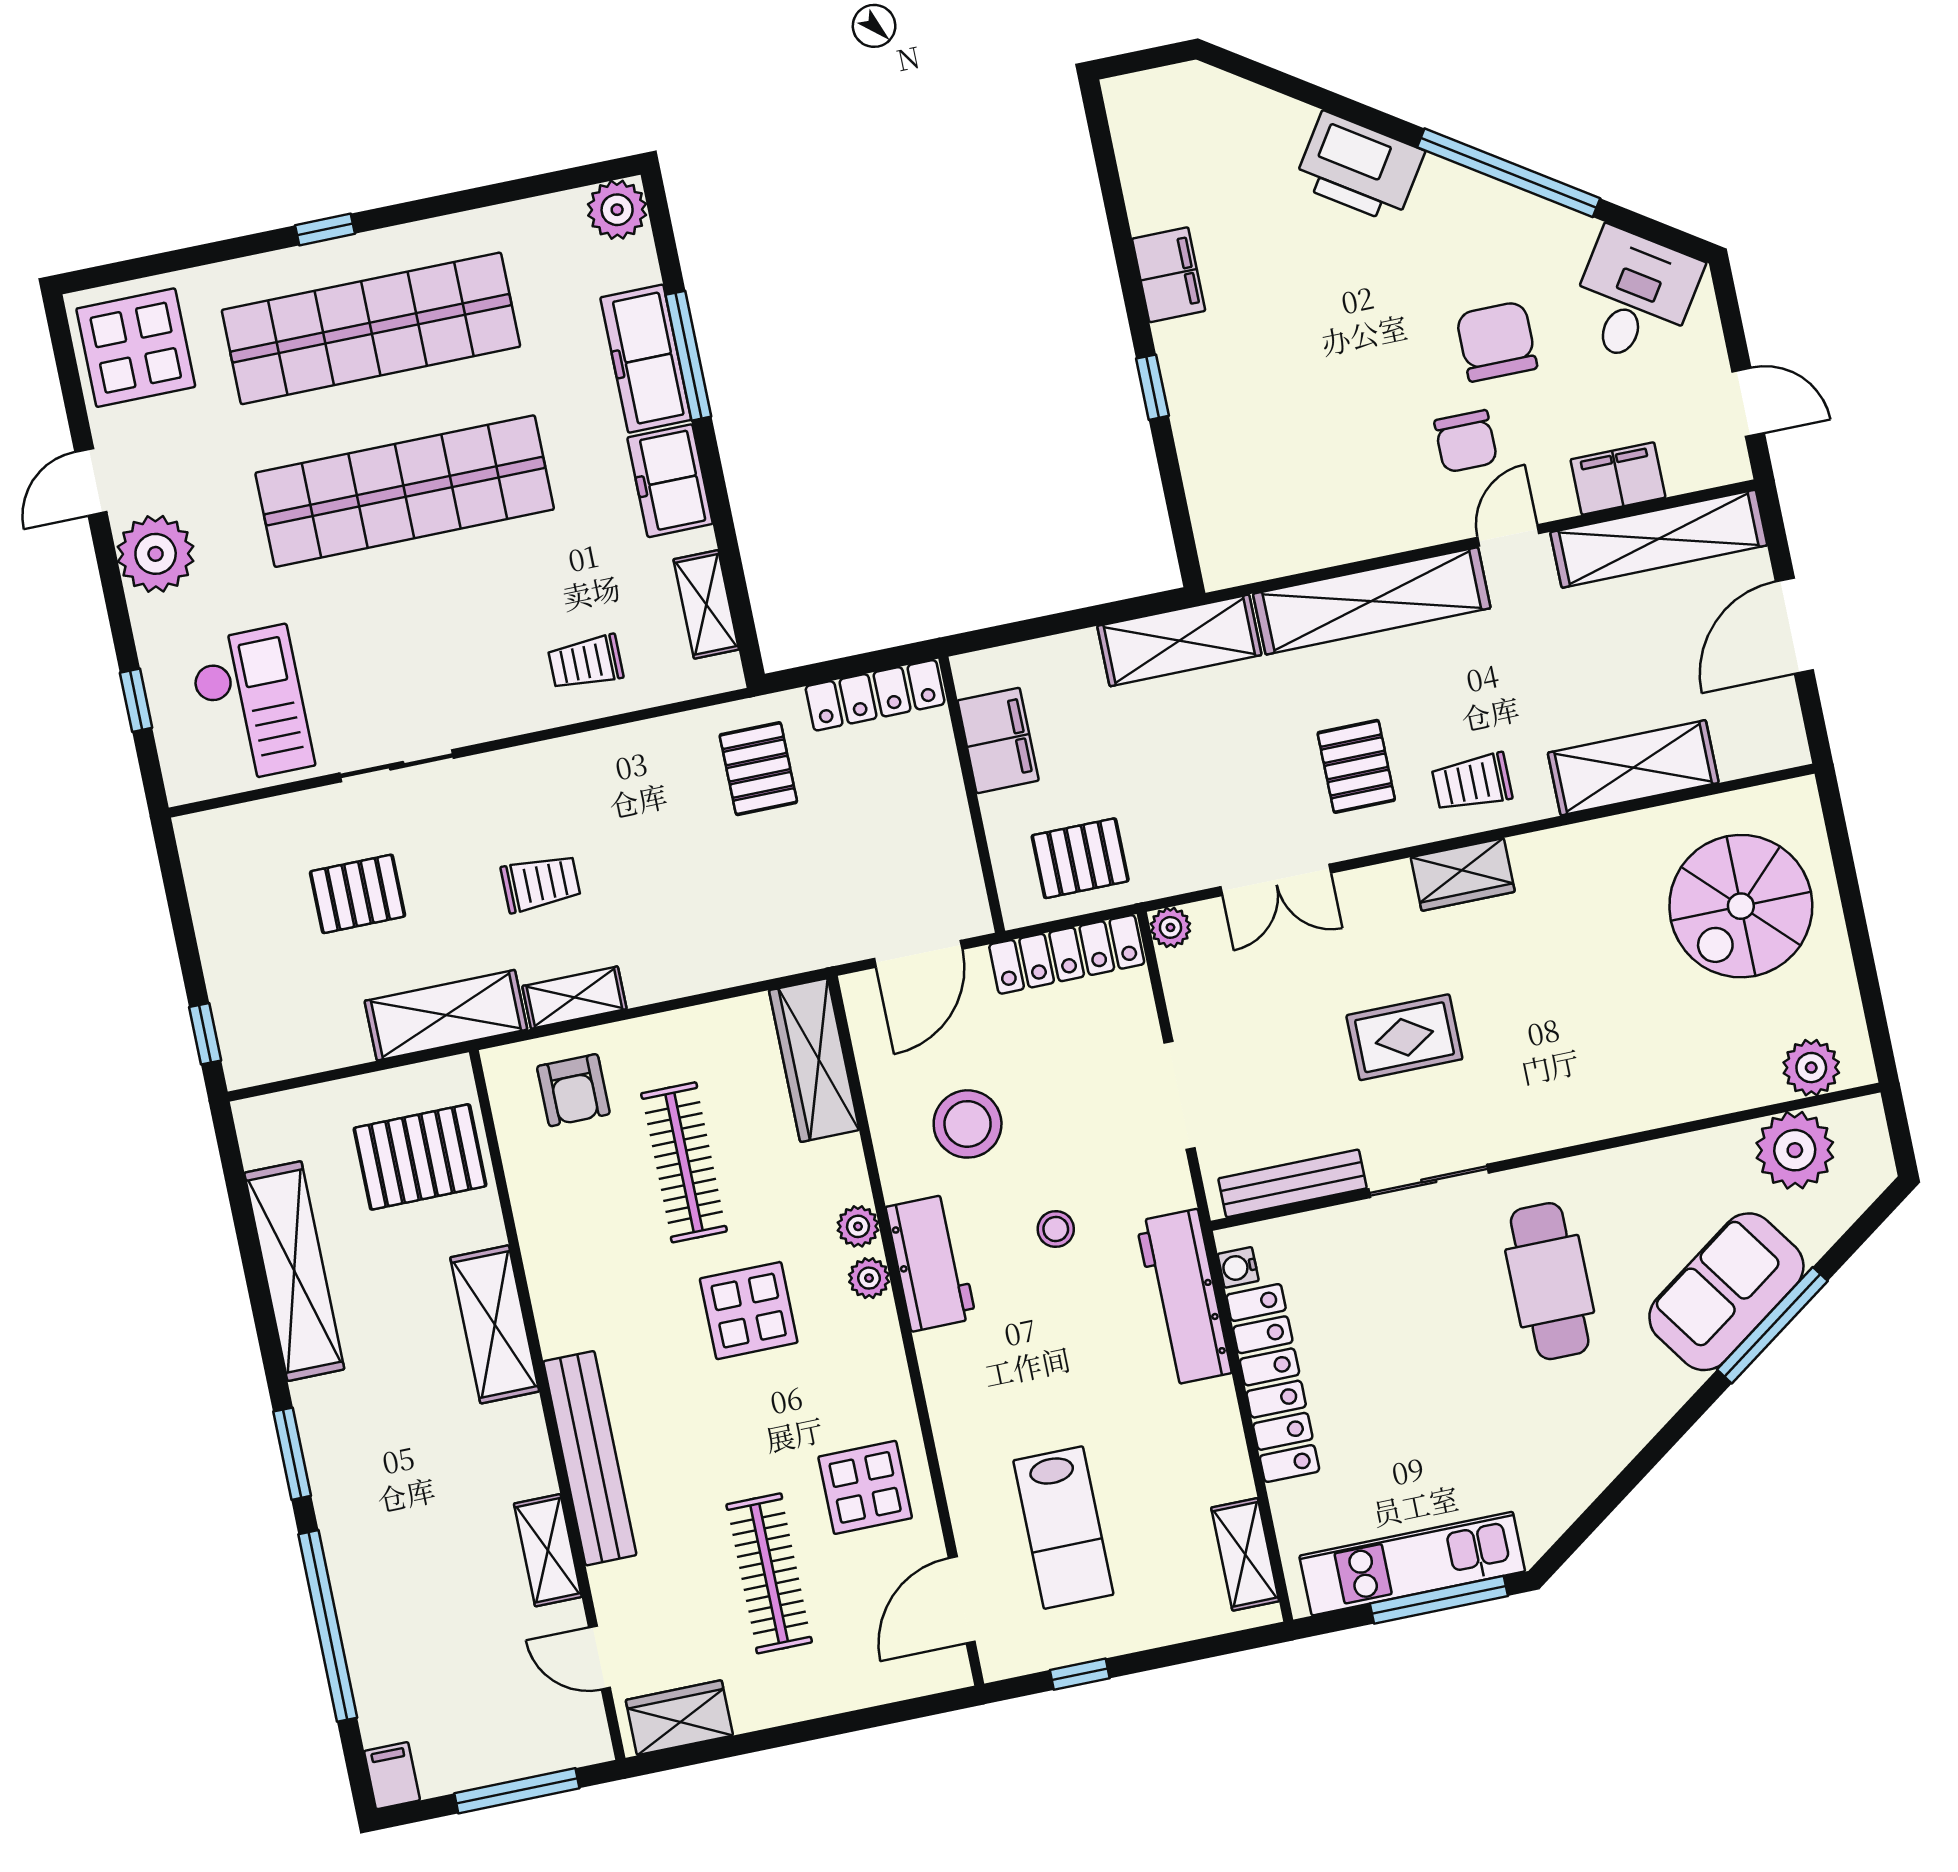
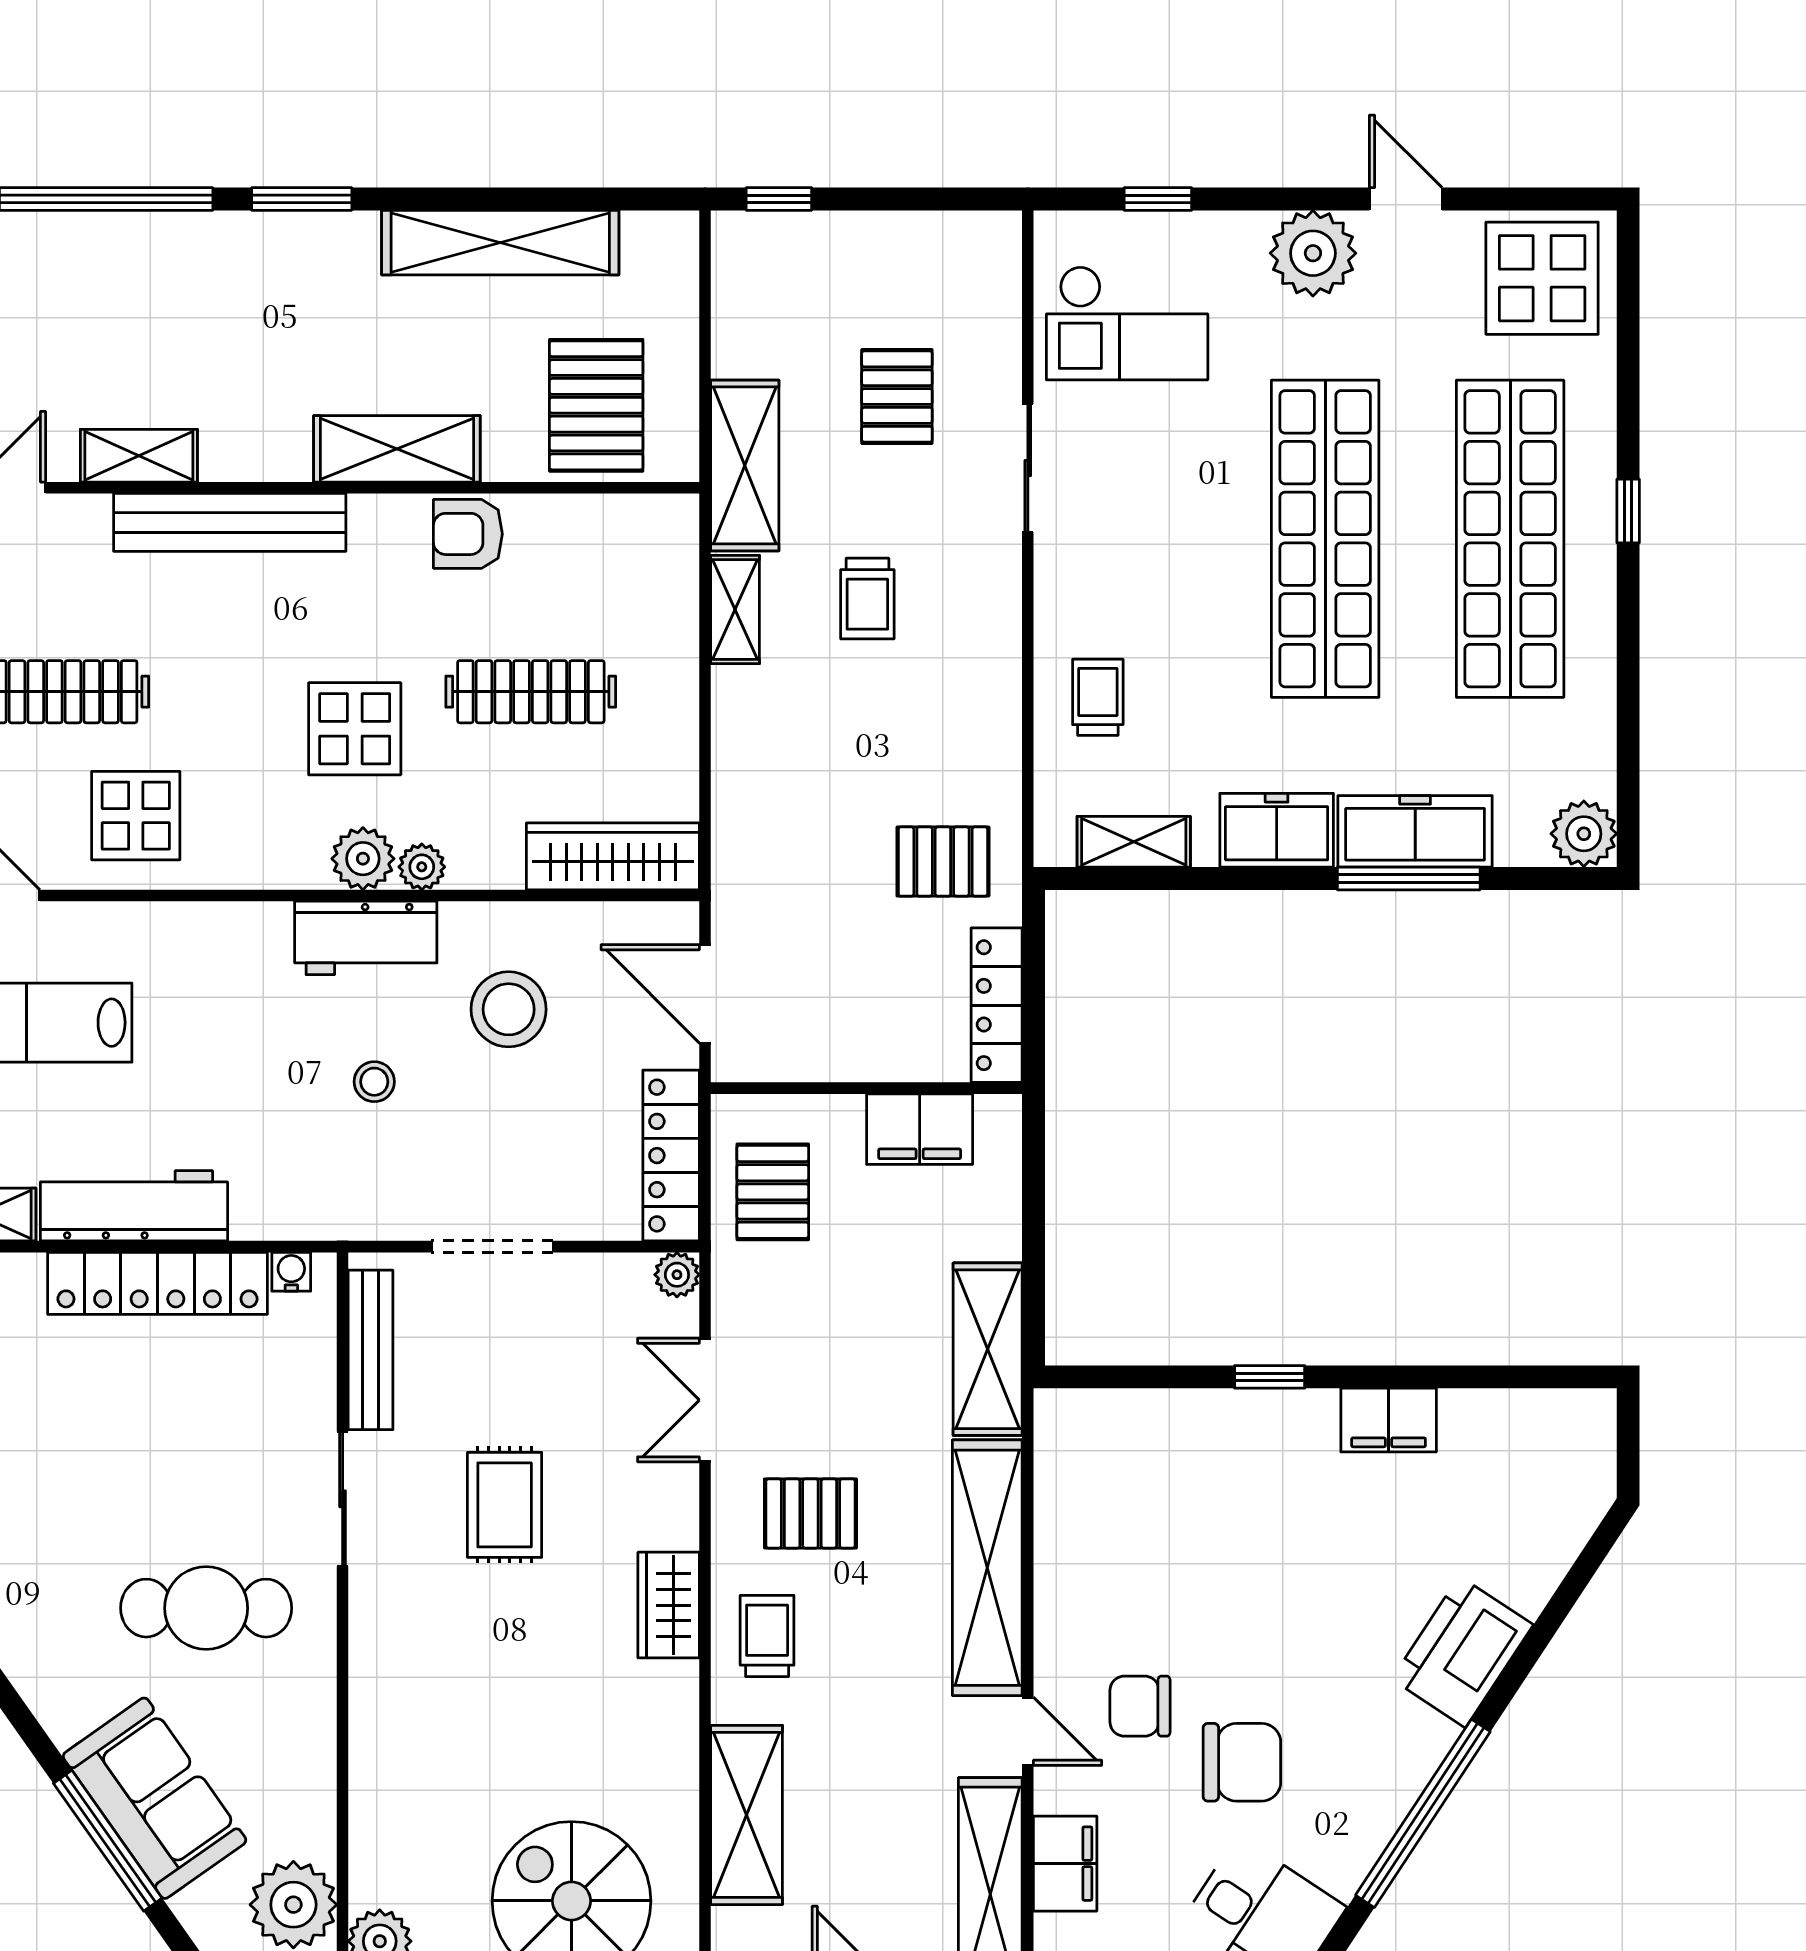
armchair: (573, 1090) -> (468, 534), moved
plant: (869, 1278) -> (363, 859), width x1.38, depth x1.38
workbench: (1184, 1297) -> (134, 1206), moved

